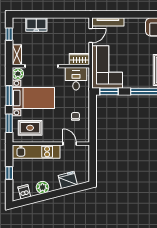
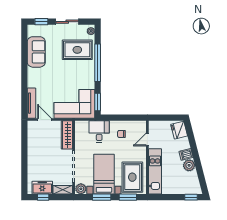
freezer: (36, 24) -> (42, 188), moved, turned -90
wardrobe: (79, 59) -> (67, 135), width x1.50
desk: (76, 79) -> (99, 132), moved, turned 90
rug: (30, 128) -> (132, 177), width x1.36, depth x1.43
window: (9, 173) -> (191, 197), moved
fridge: (68, 180) -> (179, 130), moved
dishwasher: (24, 192) -> (186, 154), moved

